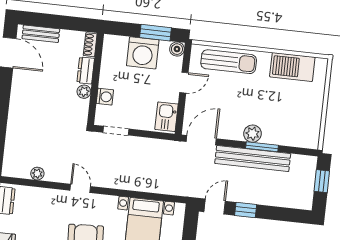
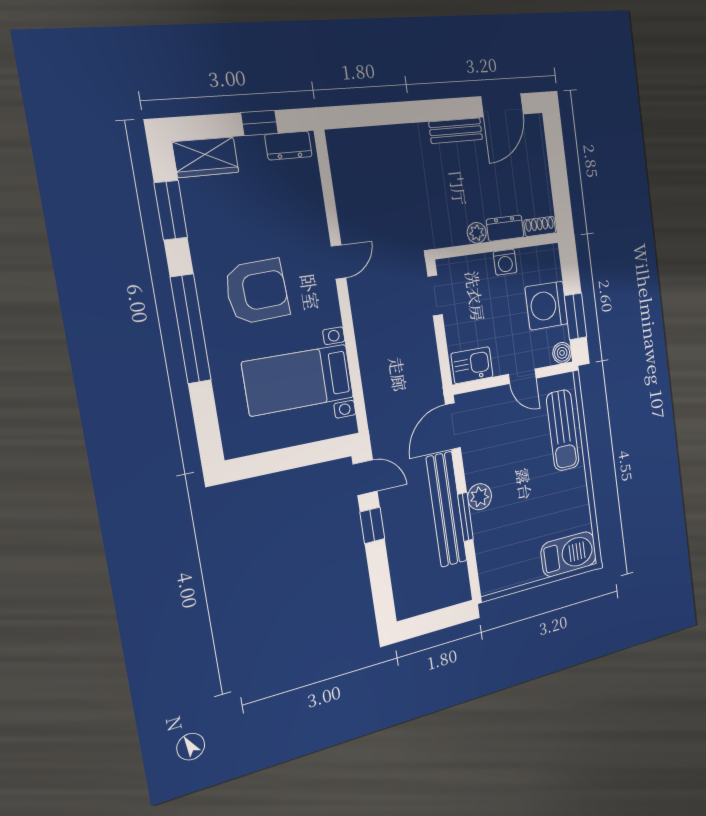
bench: (41, 34) -> (456, 131), moved, turned 90
barbecue: (292, 67) -> (569, 554), moved, turned 90
washing machine: (105, 97) -> (505, 262), moved
door: (201, 140) -> (453, 426), swing flipped
plant: (37, 174) -> (343, 188), removed
window: (322, 181) -> (441, 619), removed

